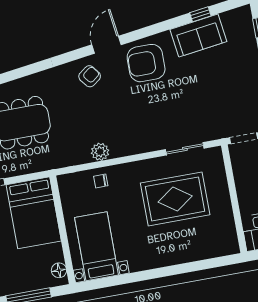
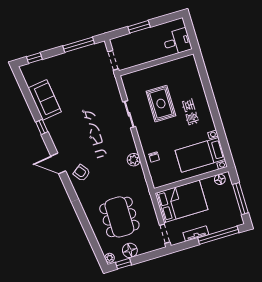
window: (200, 14) -> (42, 127), moved
armchair: (146, 63) -> (68, 134), removed
sliding door: (185, 149) -> (129, 114), moved
rug: (175, 199) -> (161, 104), width x0.73, depth x0.69

